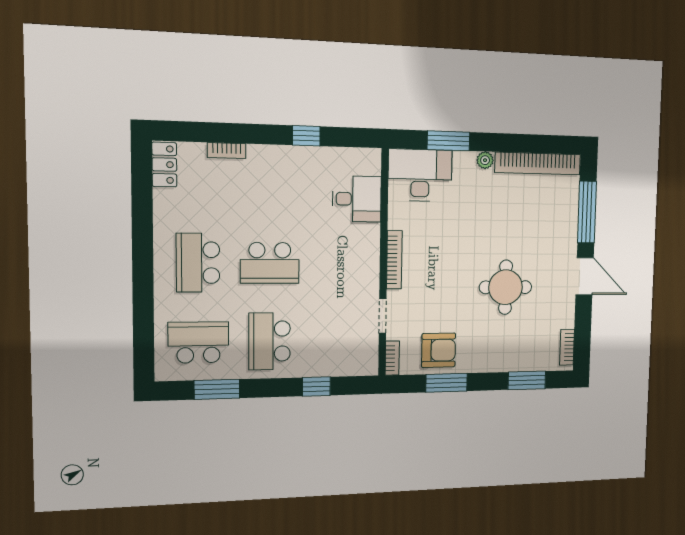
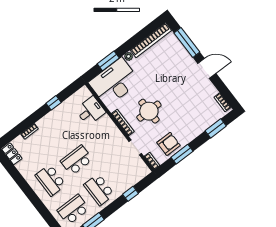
desk: (420, 175) -> (114, 82), width x1.36, depth x1.30
school desk: (270, 263) -> (77, 160), turned 180
round table: (506, 287) -> (149, 111), moved

